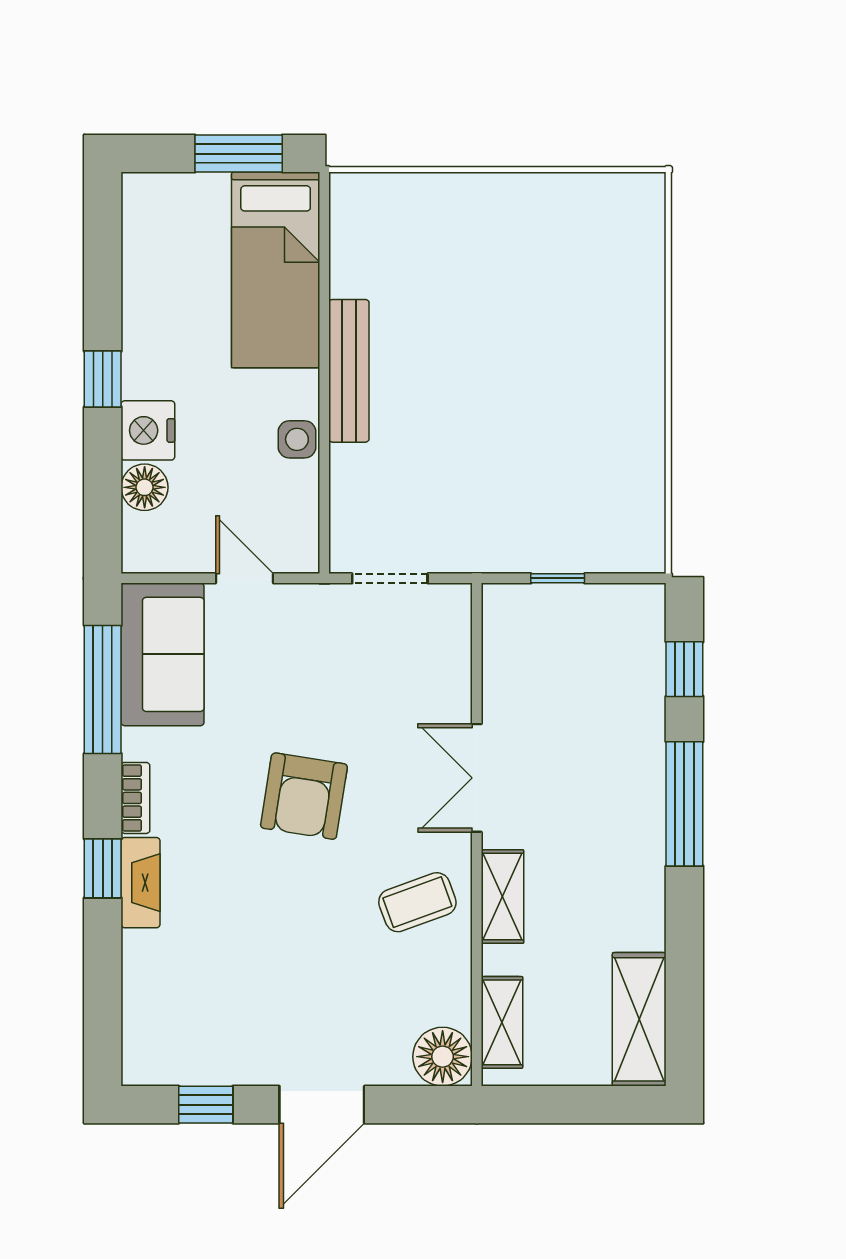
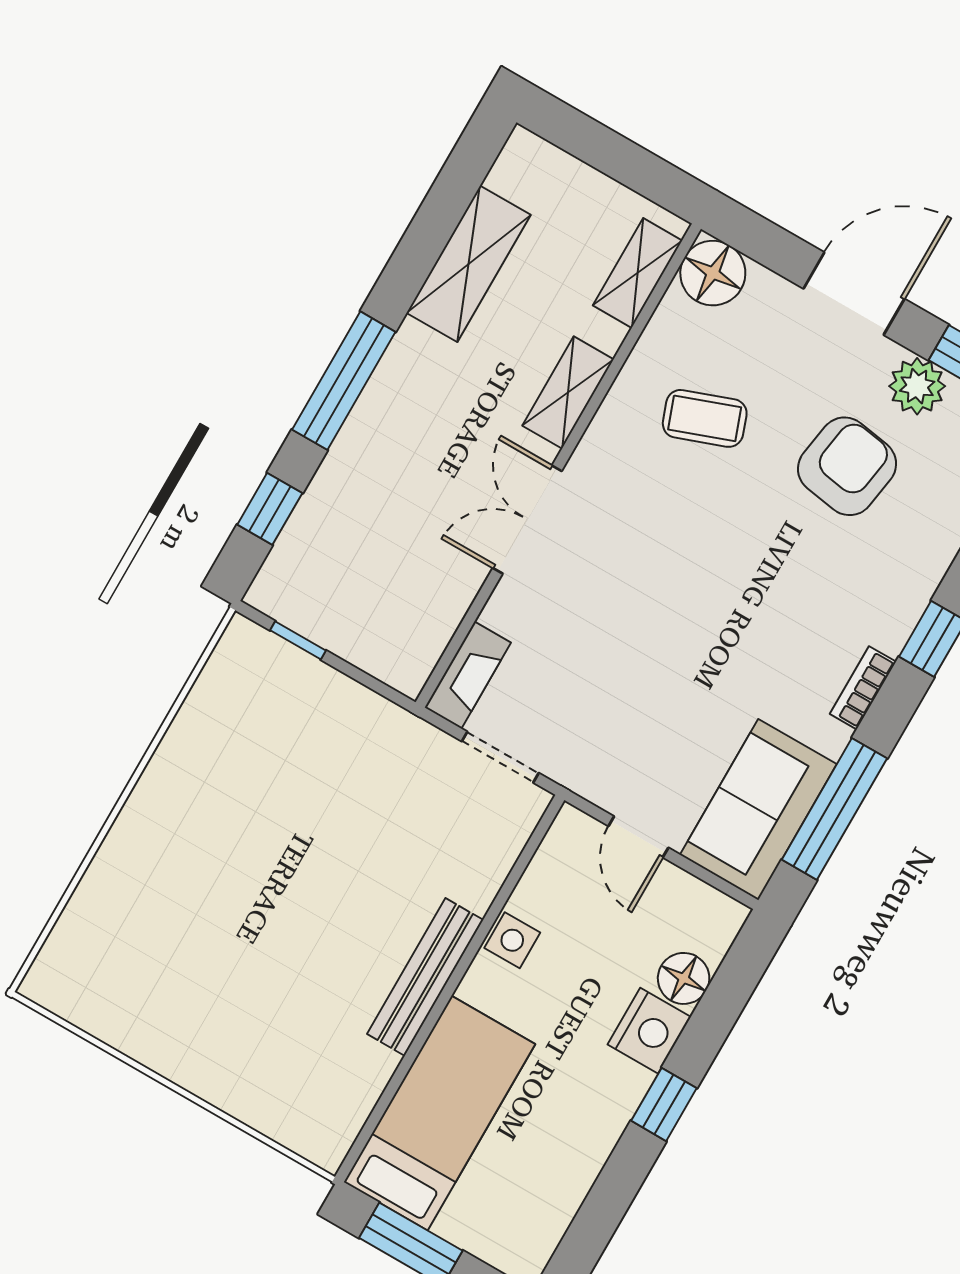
window: (558, 578) -> (298, 640), moved
double door: (477, 778) -> (527, 519), swing flipped
armchair: (304, 796) -> (847, 466), moved
fireplace: (141, 883) -> (468, 675), moved, turned 180
coffee table: (417, 902) -> (705, 418), moved
shelving: (639, 1019) -> (469, 264), moved
plant: (230, 1060) -> (917, 386), added

